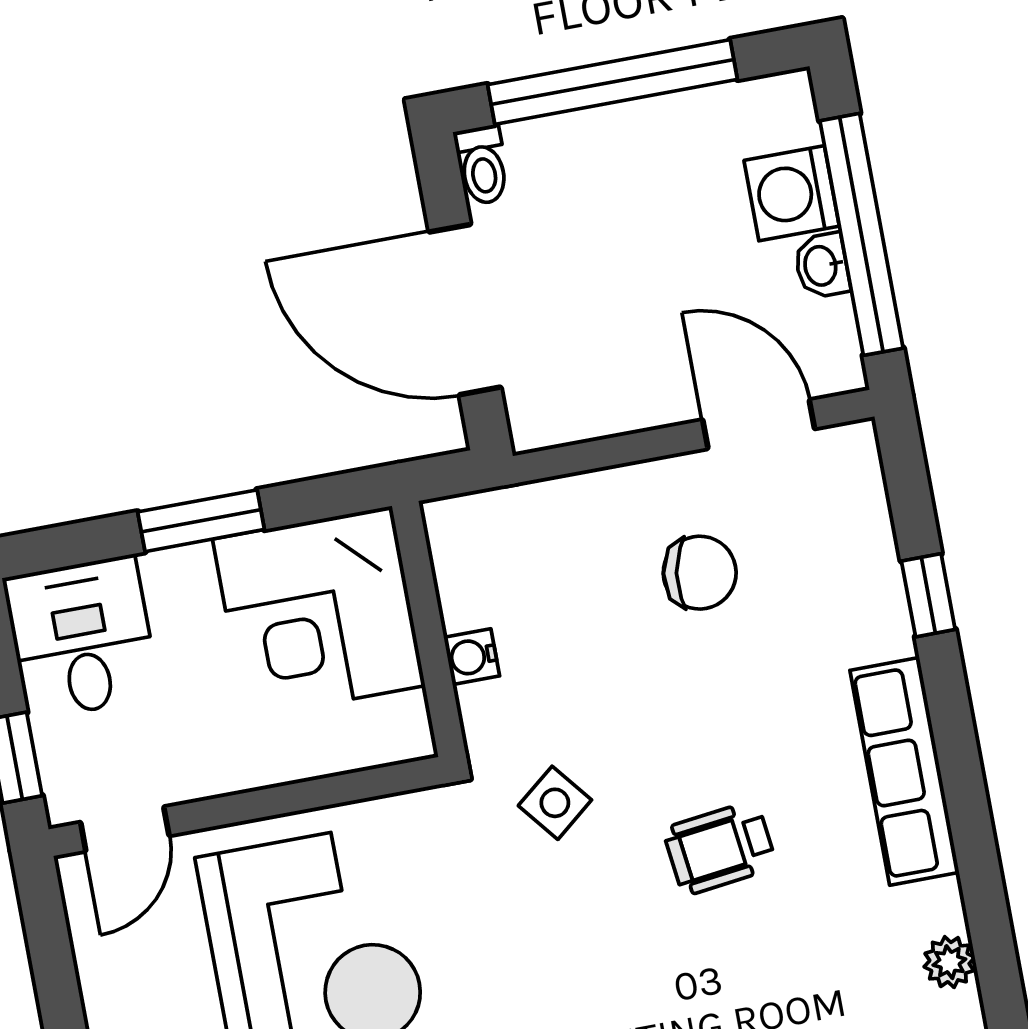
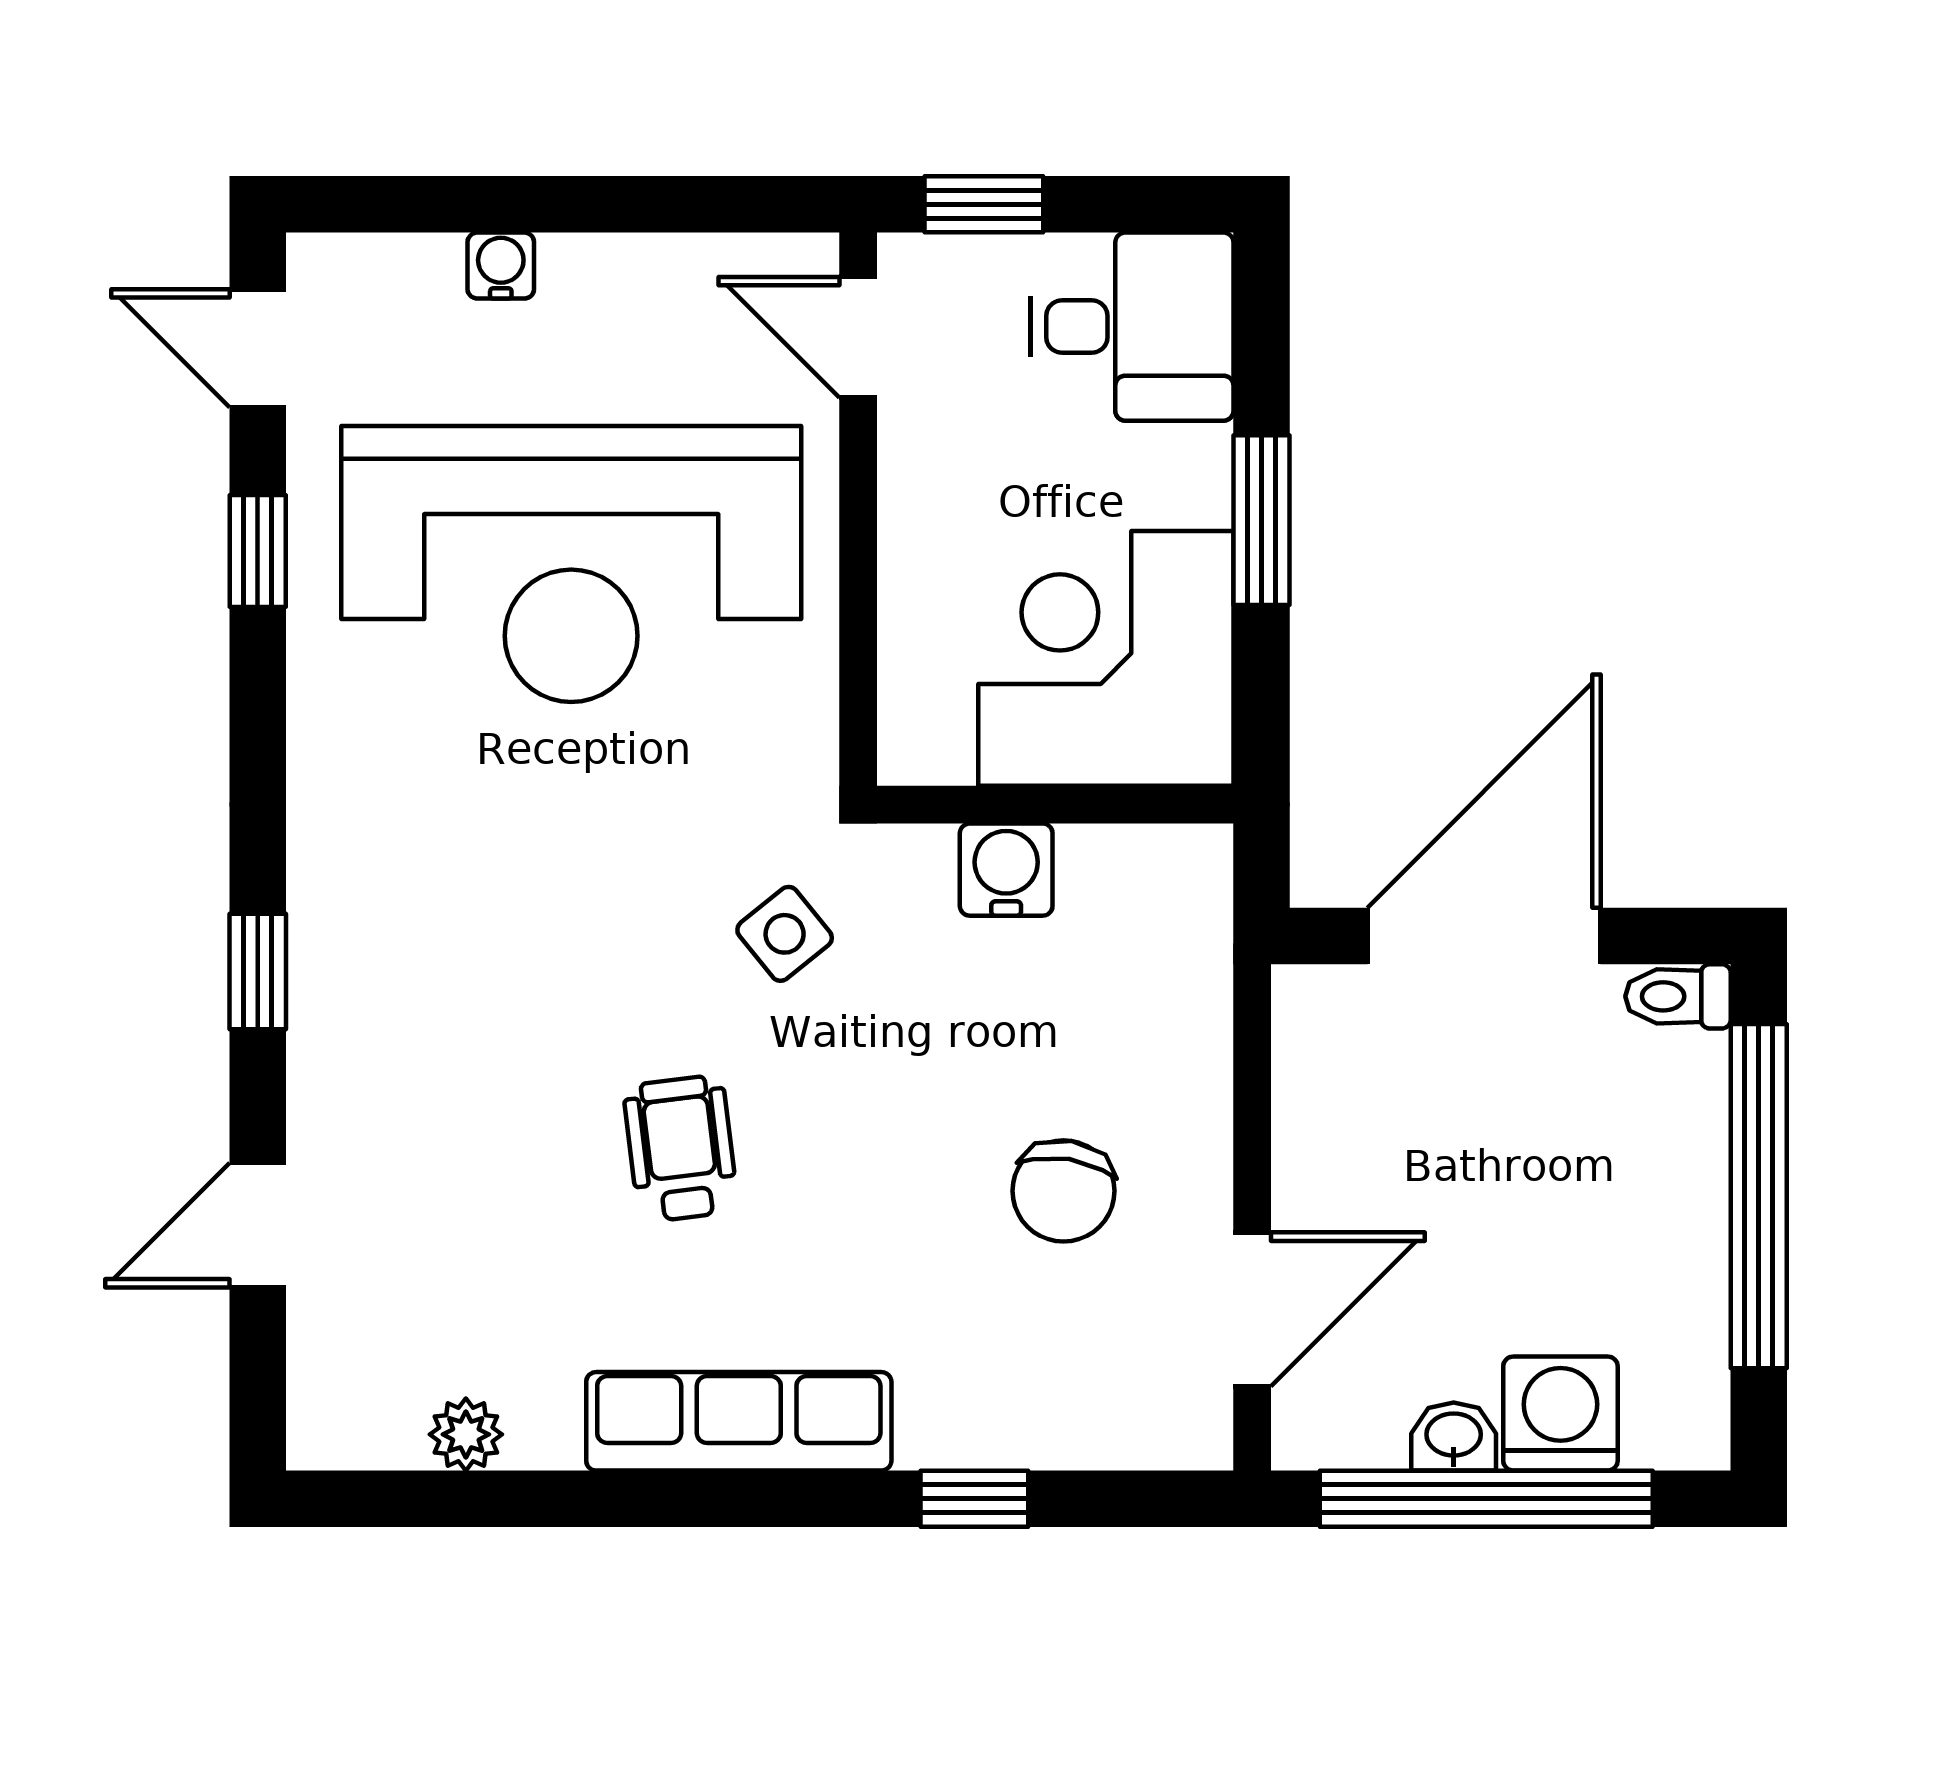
water cooler: (472, 657) -> (1006, 870), width x1.38, depth x1.38

